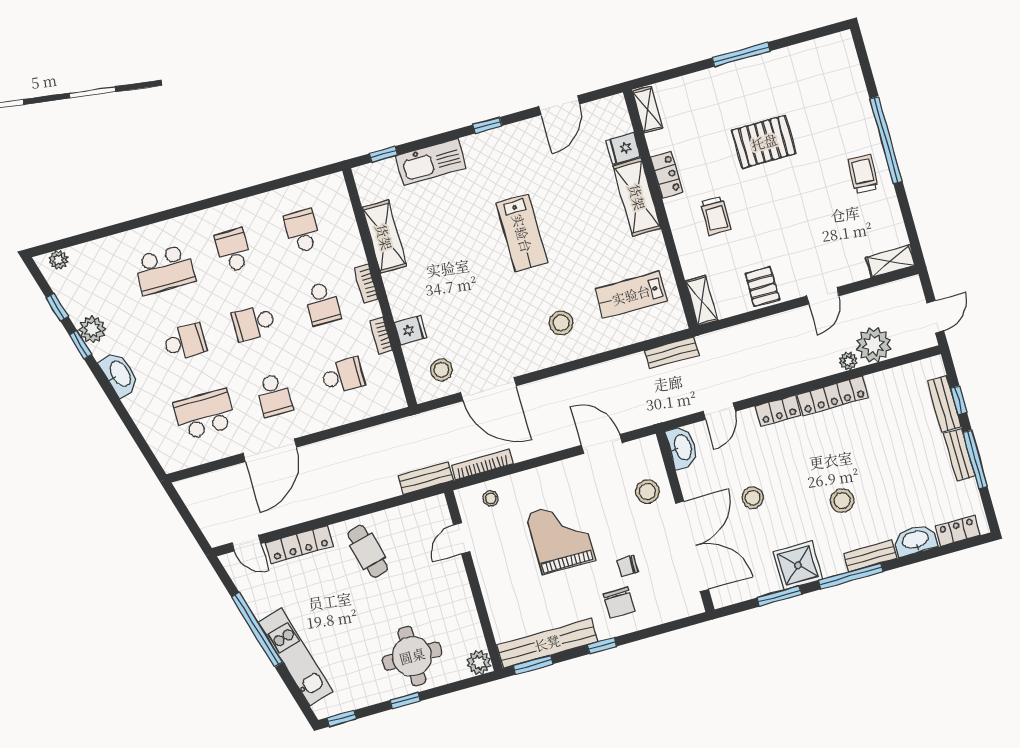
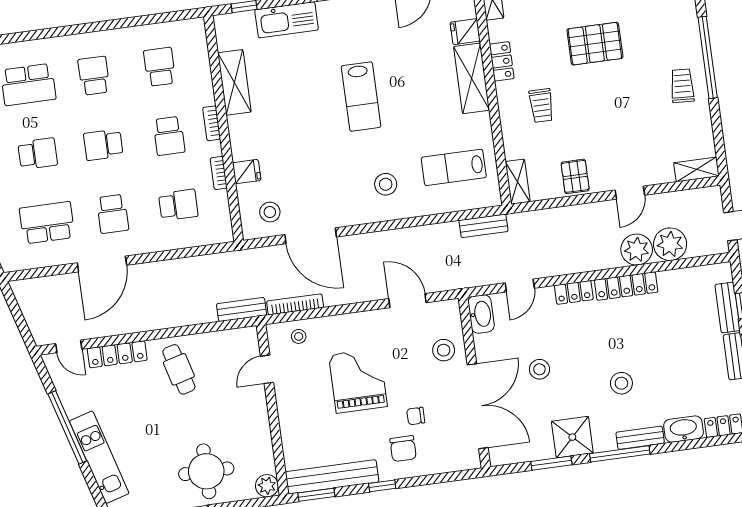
plant: (848, 361) -> (637, 250), width x1.88, depth x1.88

